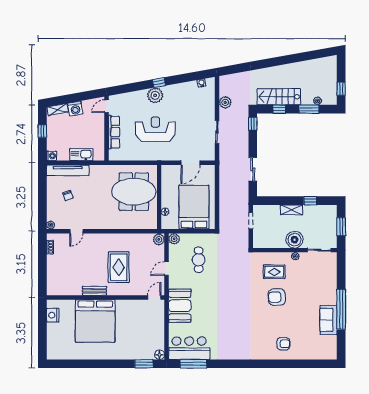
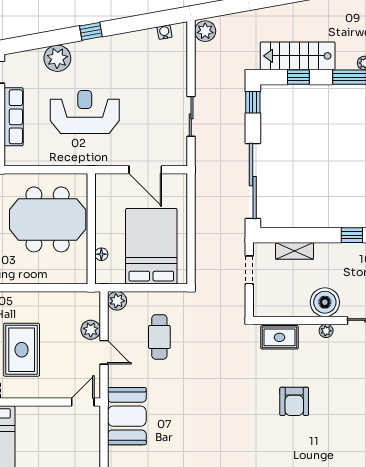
plant: (155, 95) -> (57, 58), moved
plant: (225, 102) -> (205, 31), moved
door: (190, 163) -> (145, 170), hinge flipped
sliding door: (253, 169) -> (253, 181), width x1.86
shelving: (292, 210) -> (295, 251), moved
plant: (159, 239) -> (91, 330), moved
door: (167, 269) -> (104, 352), swing flipped
rug: (274, 272) -> (280, 337), moved
armchair: (277, 297) -> (294, 401), turned -88

